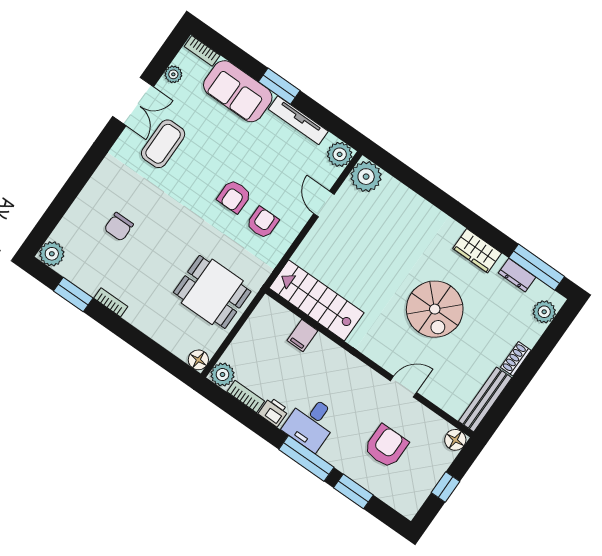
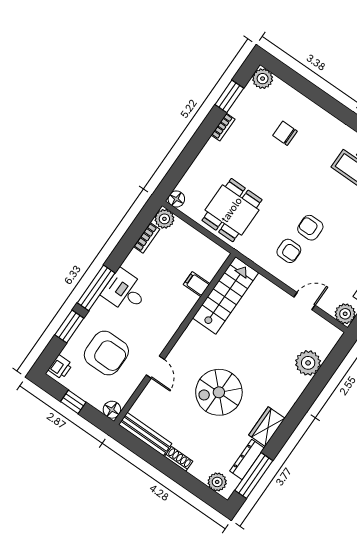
plant: (366, 177) -> (308, 363), moved
dresser: (517, 275) -> (247, 460), width x1.44
printer: (274, 412) -> (60, 367), moved
armchair: (386, 446) -> (106, 353), width x1.36, depth x1.36

